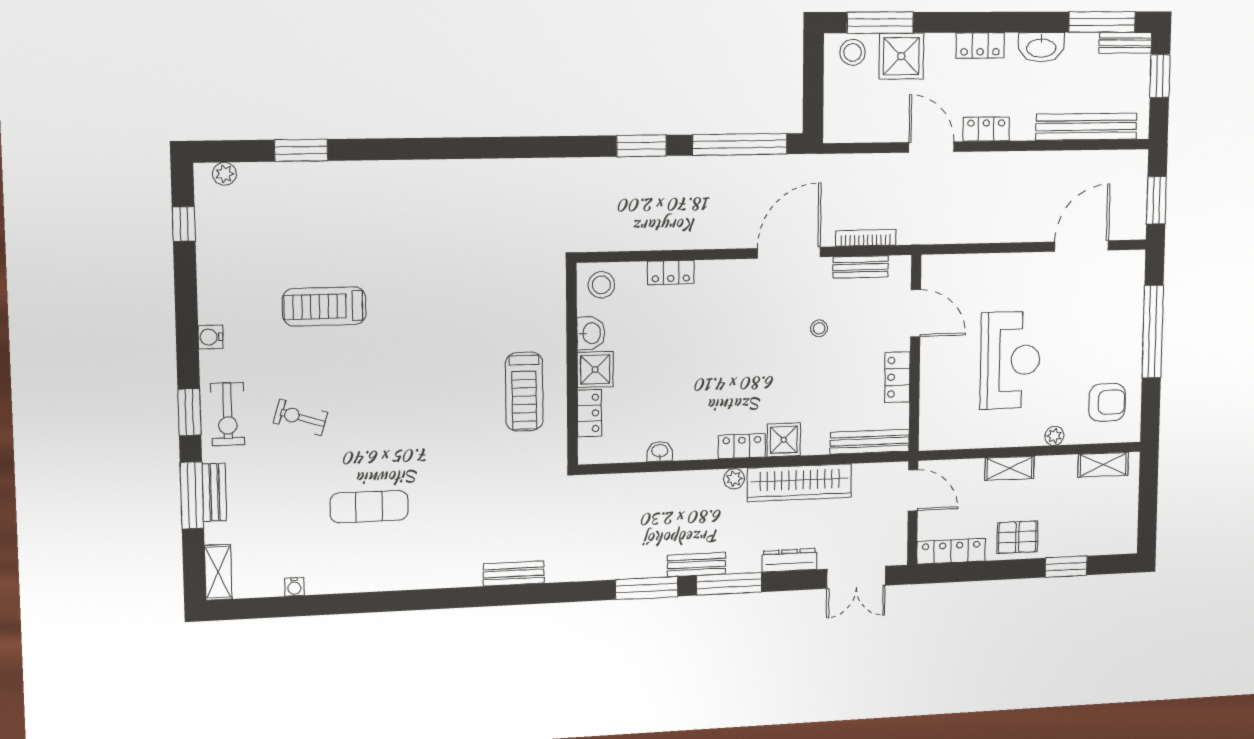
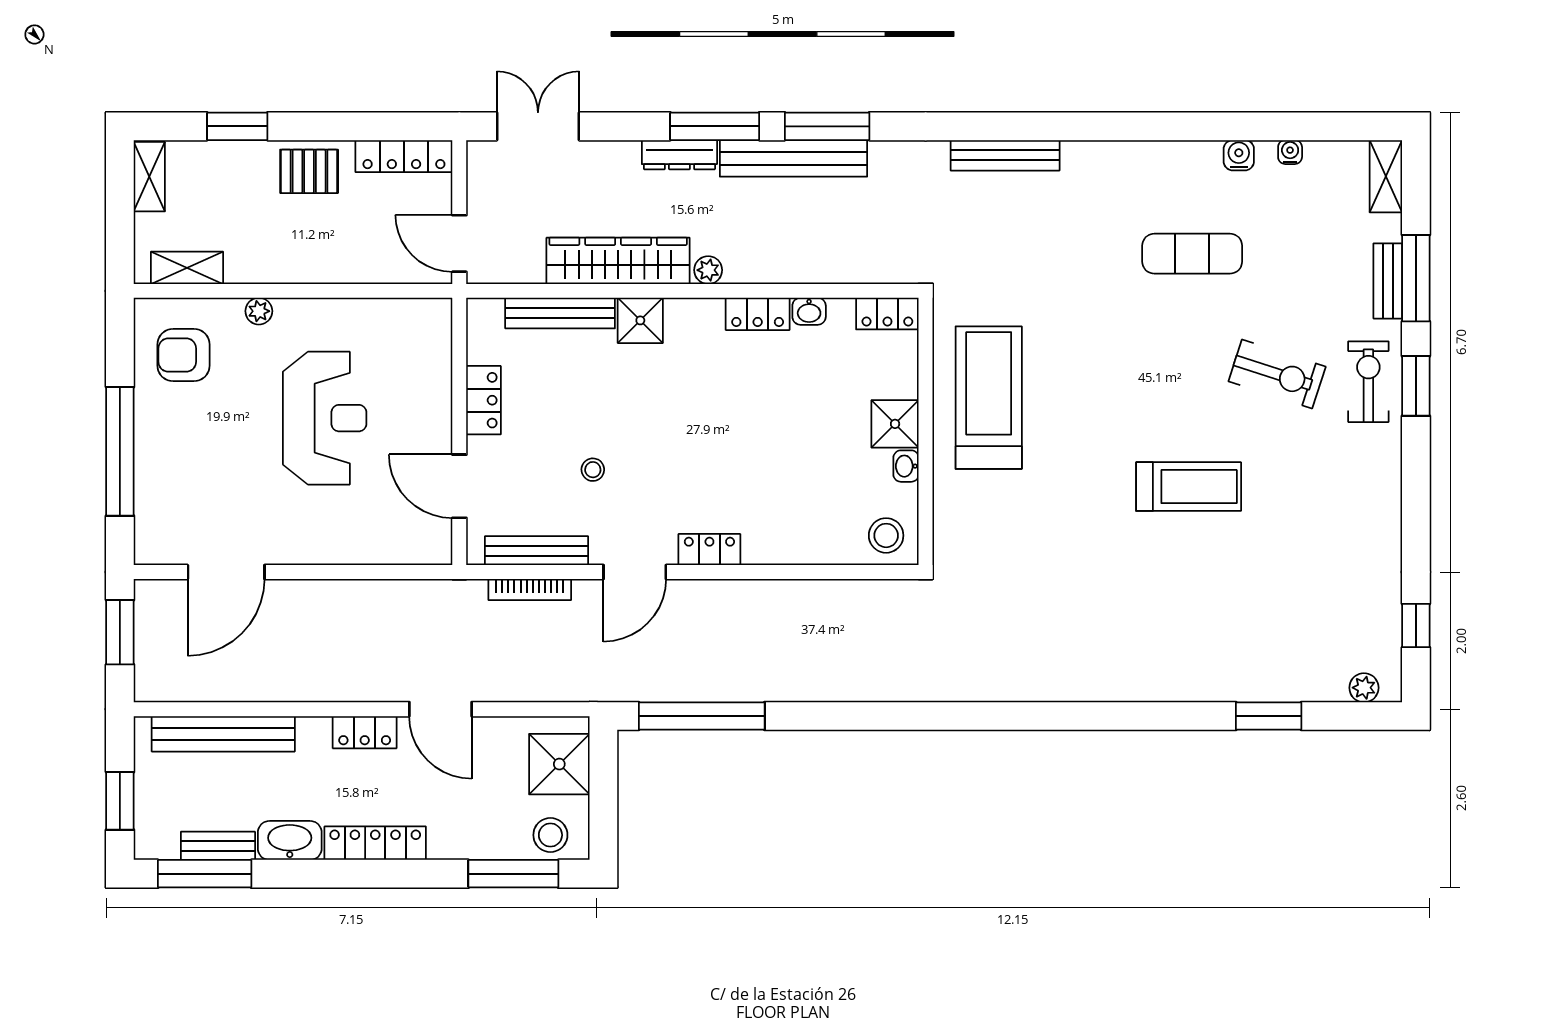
bench: (1125, 43) -> (218, 846), moved
locker: (980, 45) -> (375, 843), width x1.53
shower: (901, 56) -> (559, 764), moved
window: (642, 146) -> (833, 716), removed
door: (789, 253) -> (635, 572), width x0.73
bench: (861, 267) -> (536, 551), width x1.36
locker: (671, 272) -> (709, 550), moved
treadmill: (324, 307) -> (1189, 487), moved
washbasin: (591, 333) -> (906, 466), width x0.72, depth x0.69
water cooler: (211, 337) -> (1239, 155), moved, turned -90
reception desk: (1010, 360) -> (325, 418), turned 180
treadmill: (524, 392) -> (989, 398), width x1.37, depth x1.38
locker: (589, 413) -> (887, 314), moved, turned -90
exercise bike: (301, 417) -> (1277, 374), width x1.38, depth x1.39
bench: (870, 442) -> (560, 313), moved
locker: (742, 446) -> (758, 314), moved
shelving: (1010, 468) -> (149, 177), moved, turned 90
dresser: (789, 560) -> (679, 155), moved
bench: (696, 565) -> (793, 158), width x1.86, depth x1.21
bench: (514, 573) -> (1005, 155), width x1.36

